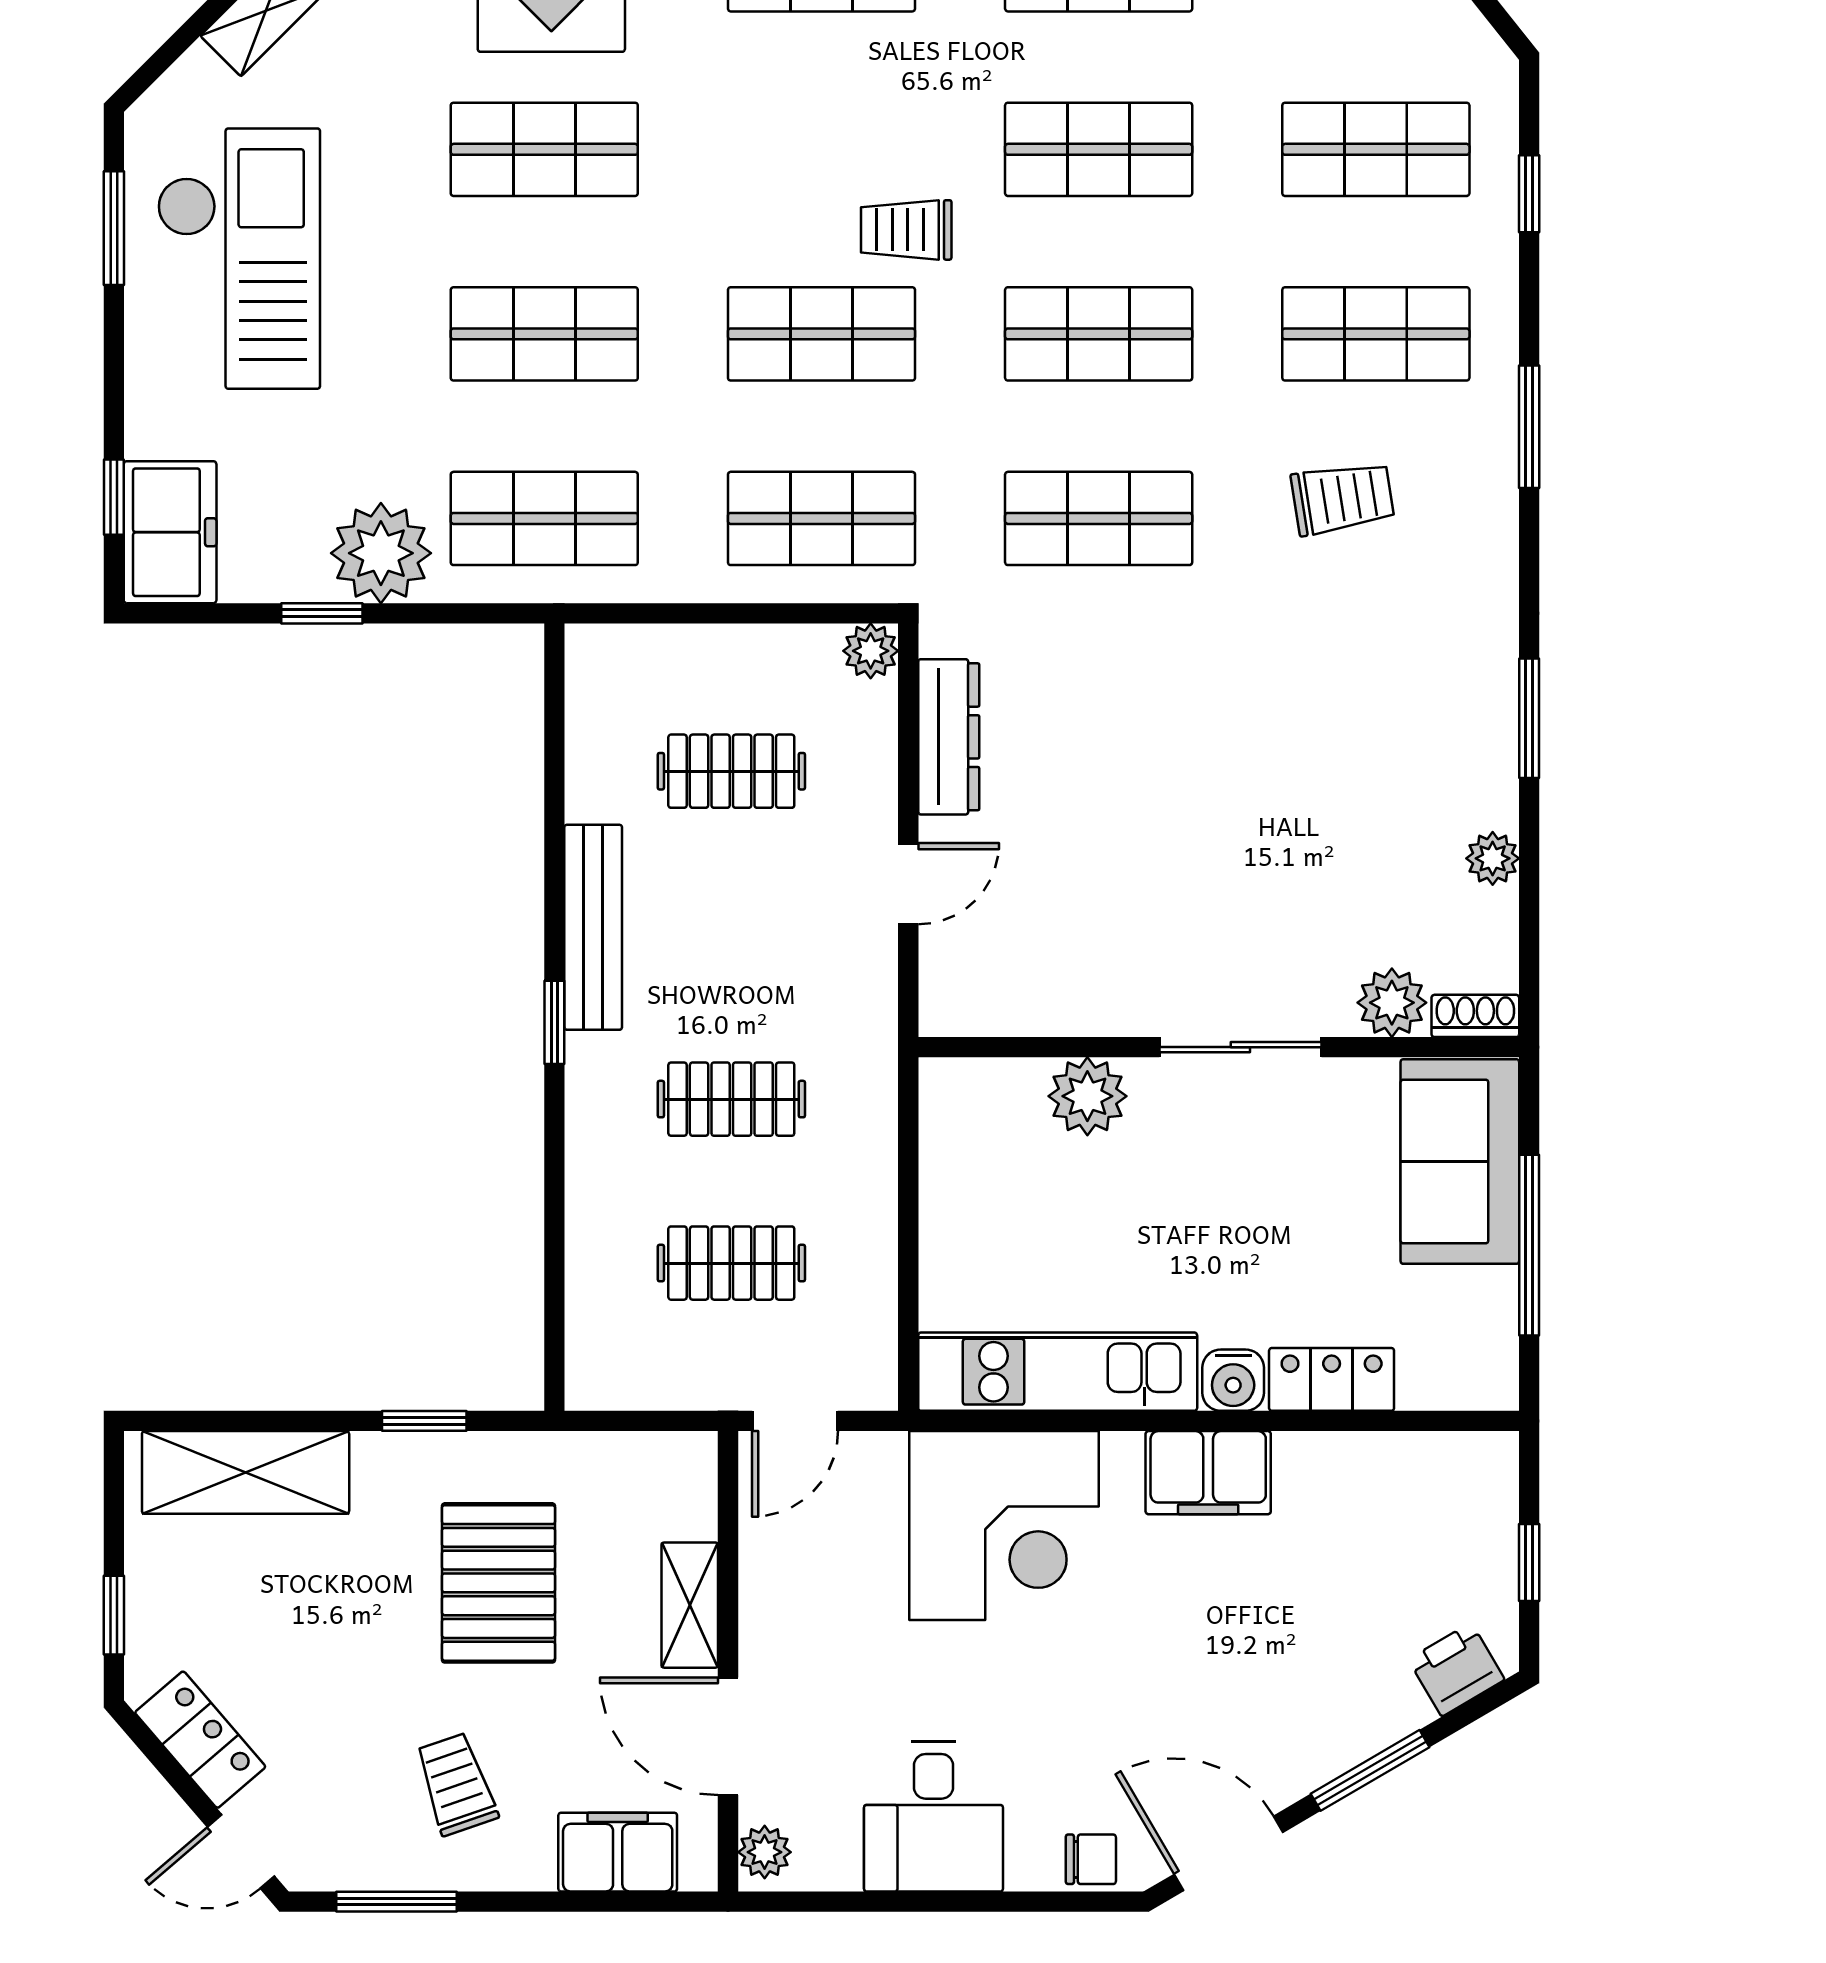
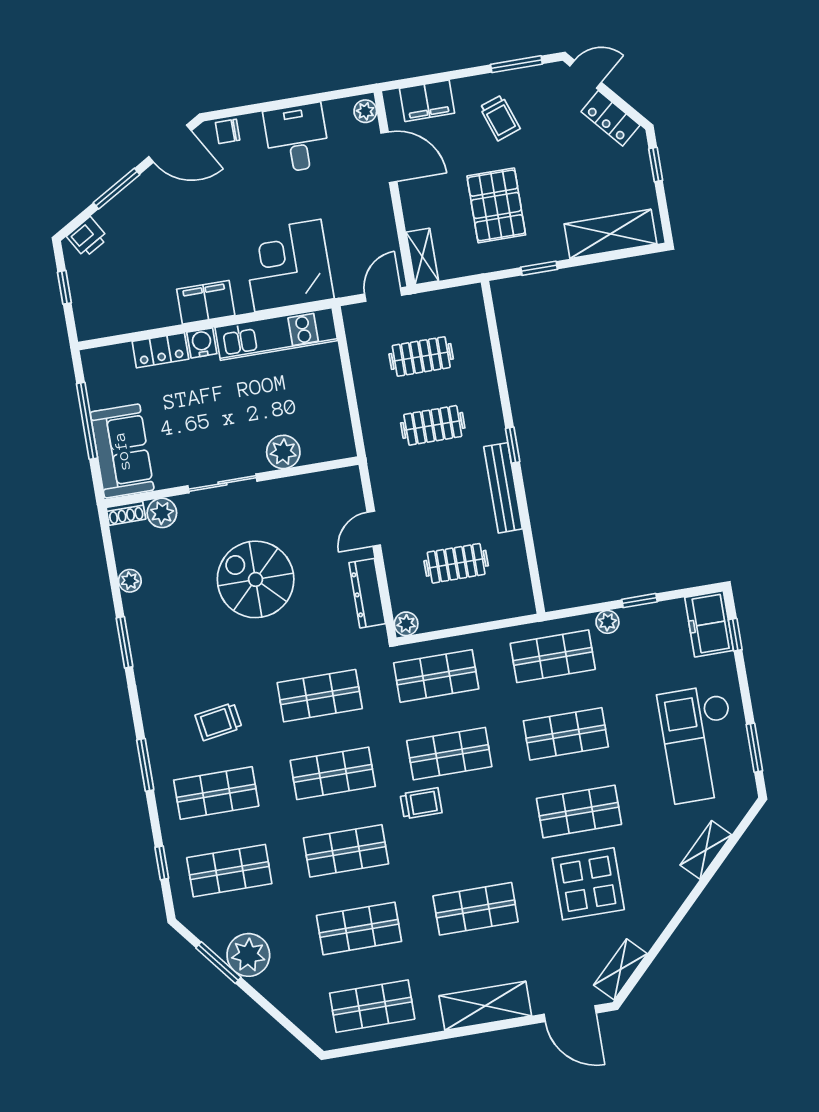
plant: (381, 553) -> (607, 622), width x0.53, depth x0.53
spiral stairs: (1201, 812) -> (256, 579), added
shelving: (690, 1605) -> (422, 257), moved

